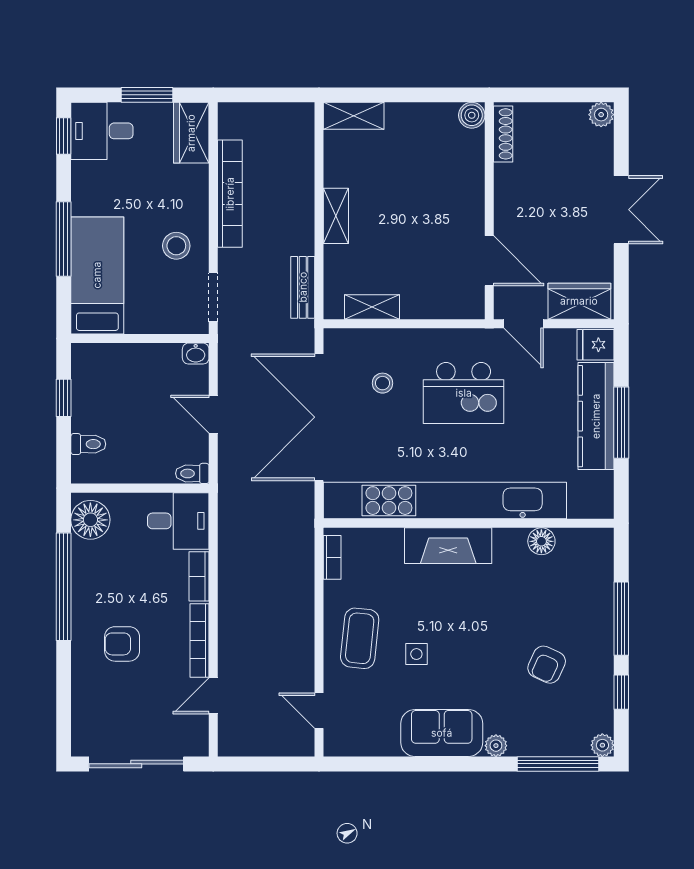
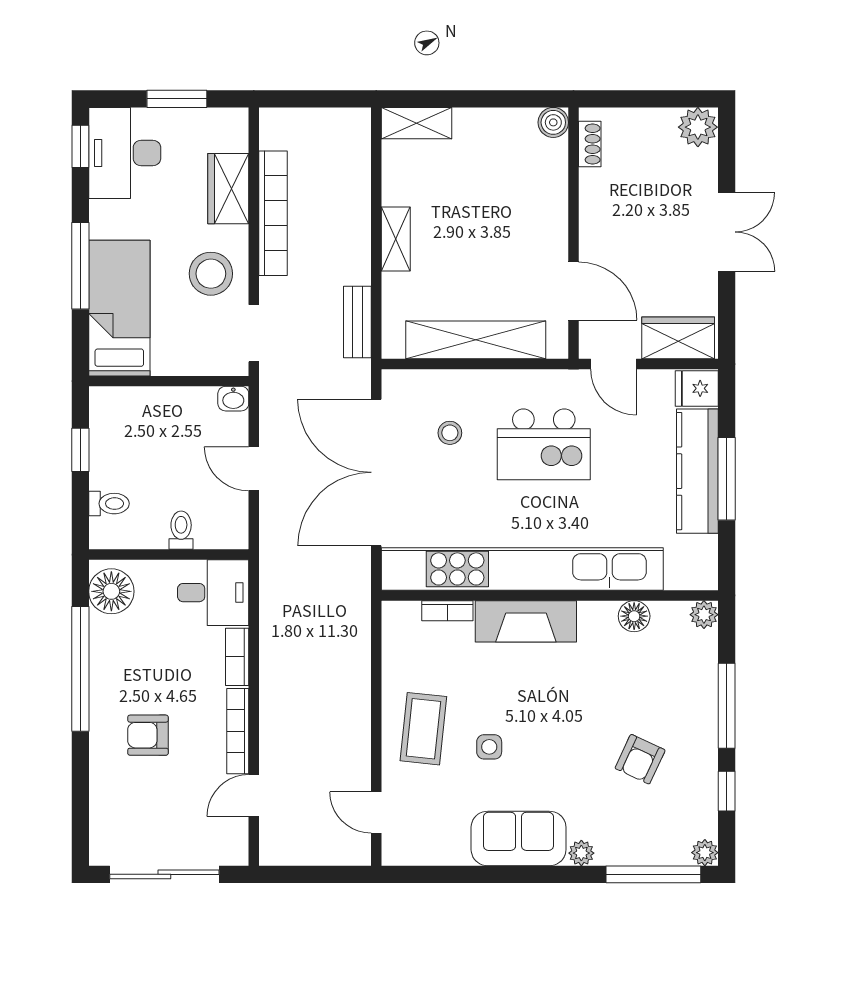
plant: (601, 115) -> (698, 127), width x1.38, depth x1.38
desk: (102, 131) -> (125, 153), width x1.37
wardrobe: (191, 133) -> (228, 189), moved
shoe rack: (503, 134) -> (590, 144), width x0.70
stool: (176, 246) -> (211, 274), width x1.38, depth x1.38
shelving: (372, 307) -> (476, 340), width x2.20, depth x1.33
toilet: (192, 473) -> (181, 530), moved, turned 90
plant: (602, 540) -> (704, 615), added
bookcase: (332, 557) -> (447, 611), moved, turned 90

